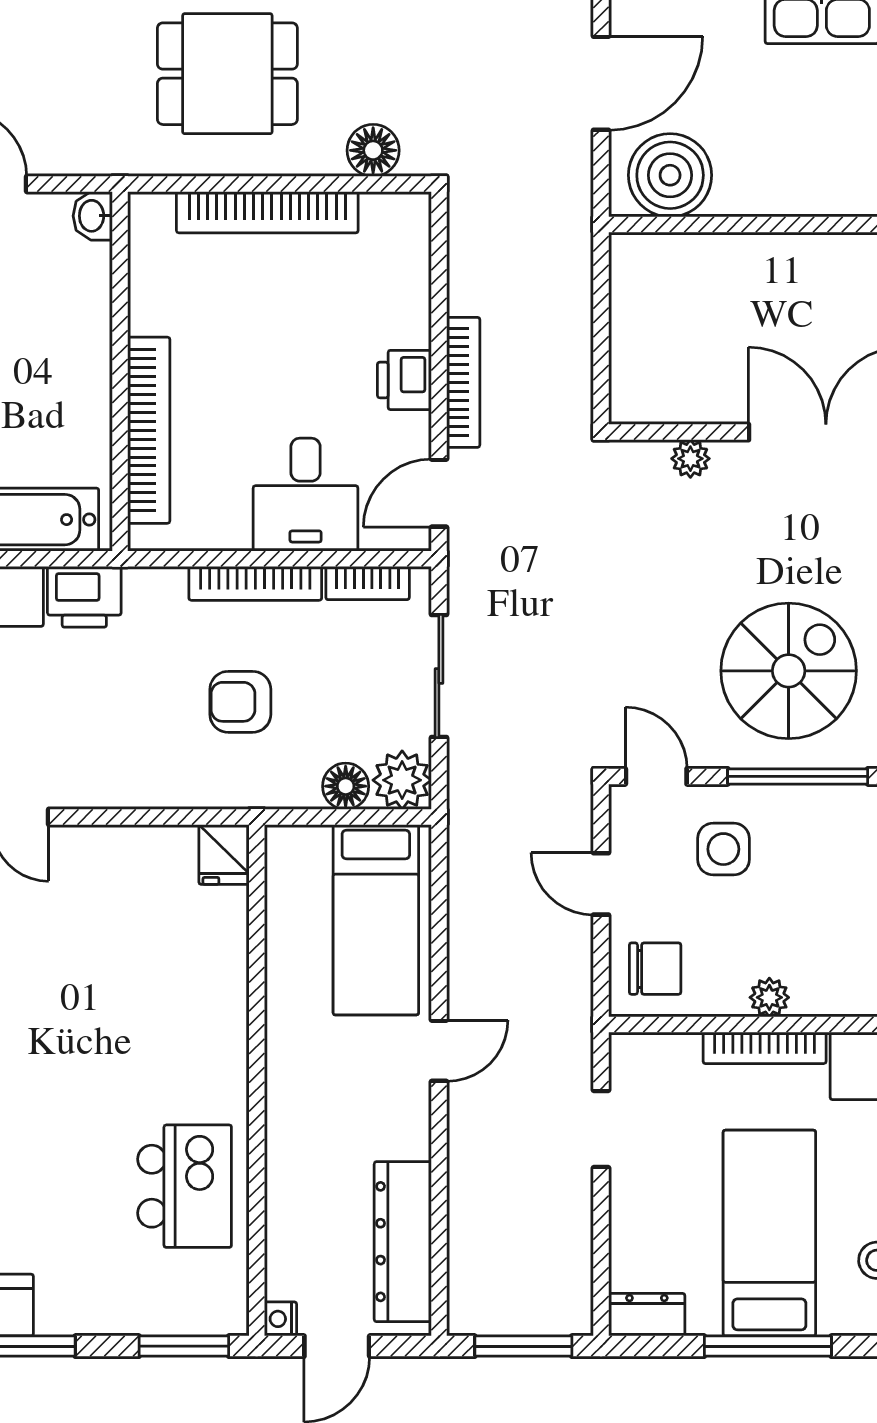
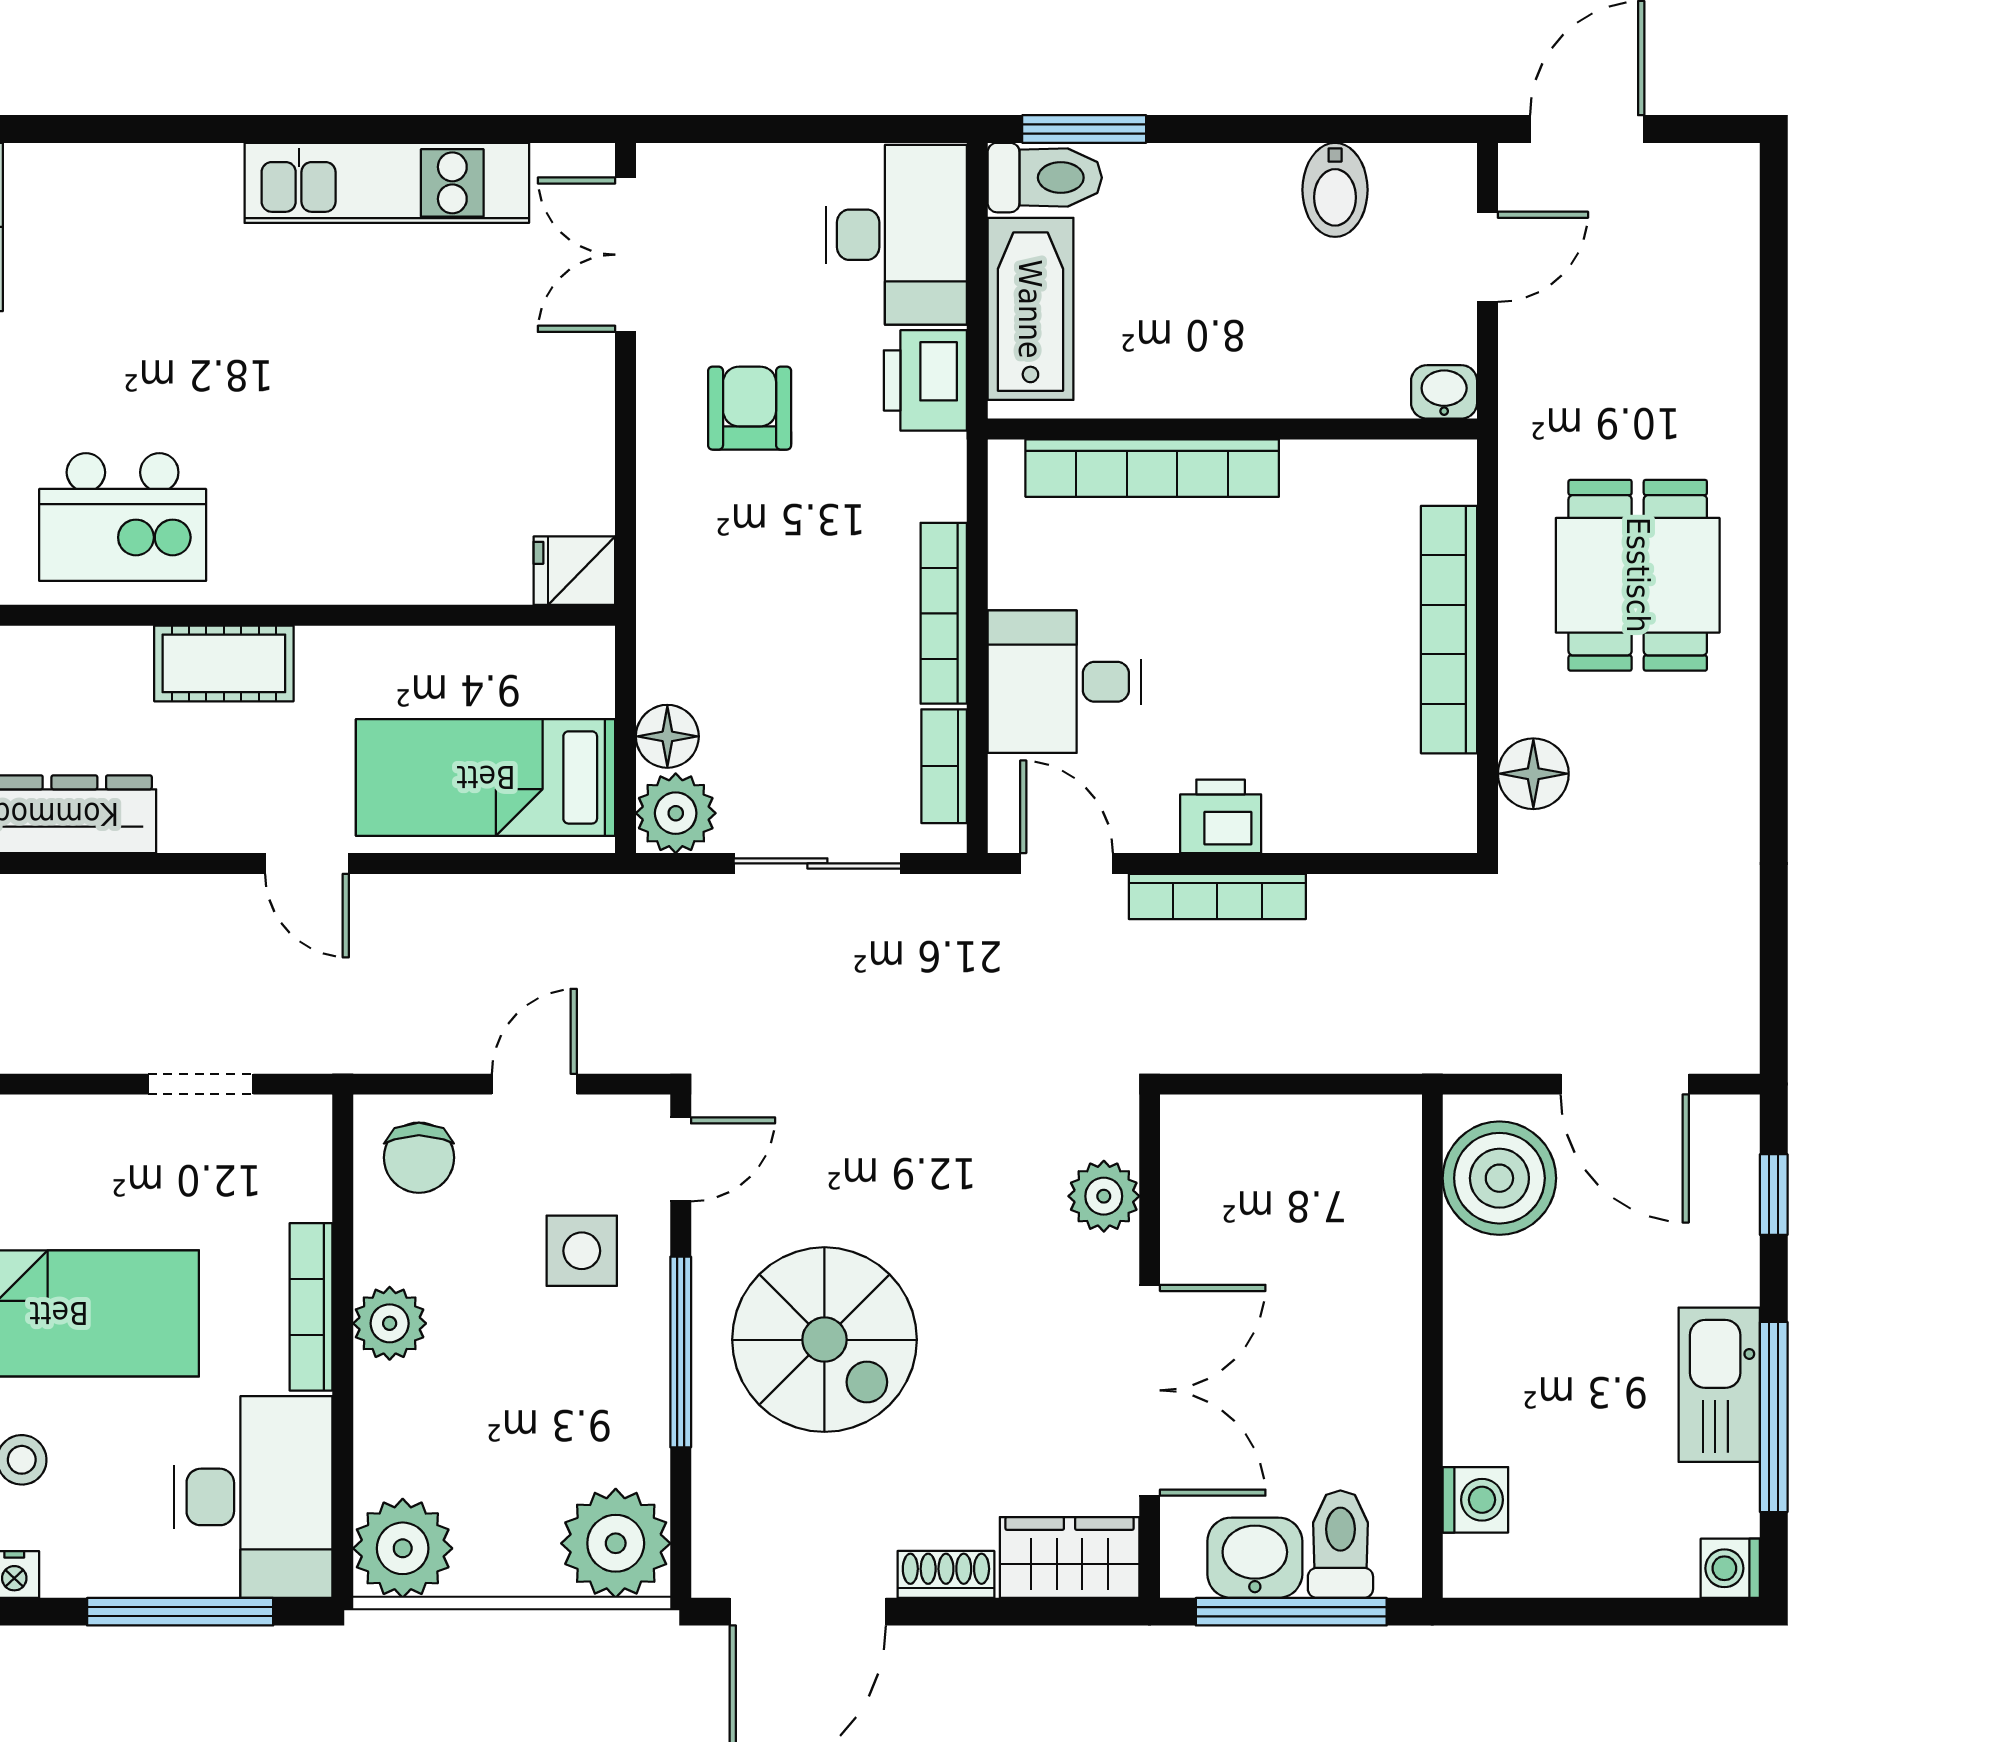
plant: (690, 459) -> (1104, 1196), width x1.38, depth x1.38
armchair: (240, 702) -> (750, 408), moved
plant: (769, 997) -> (390, 1323), width x1.38, depth x1.38
cot: (292, 1112) -> (224, 663), added

